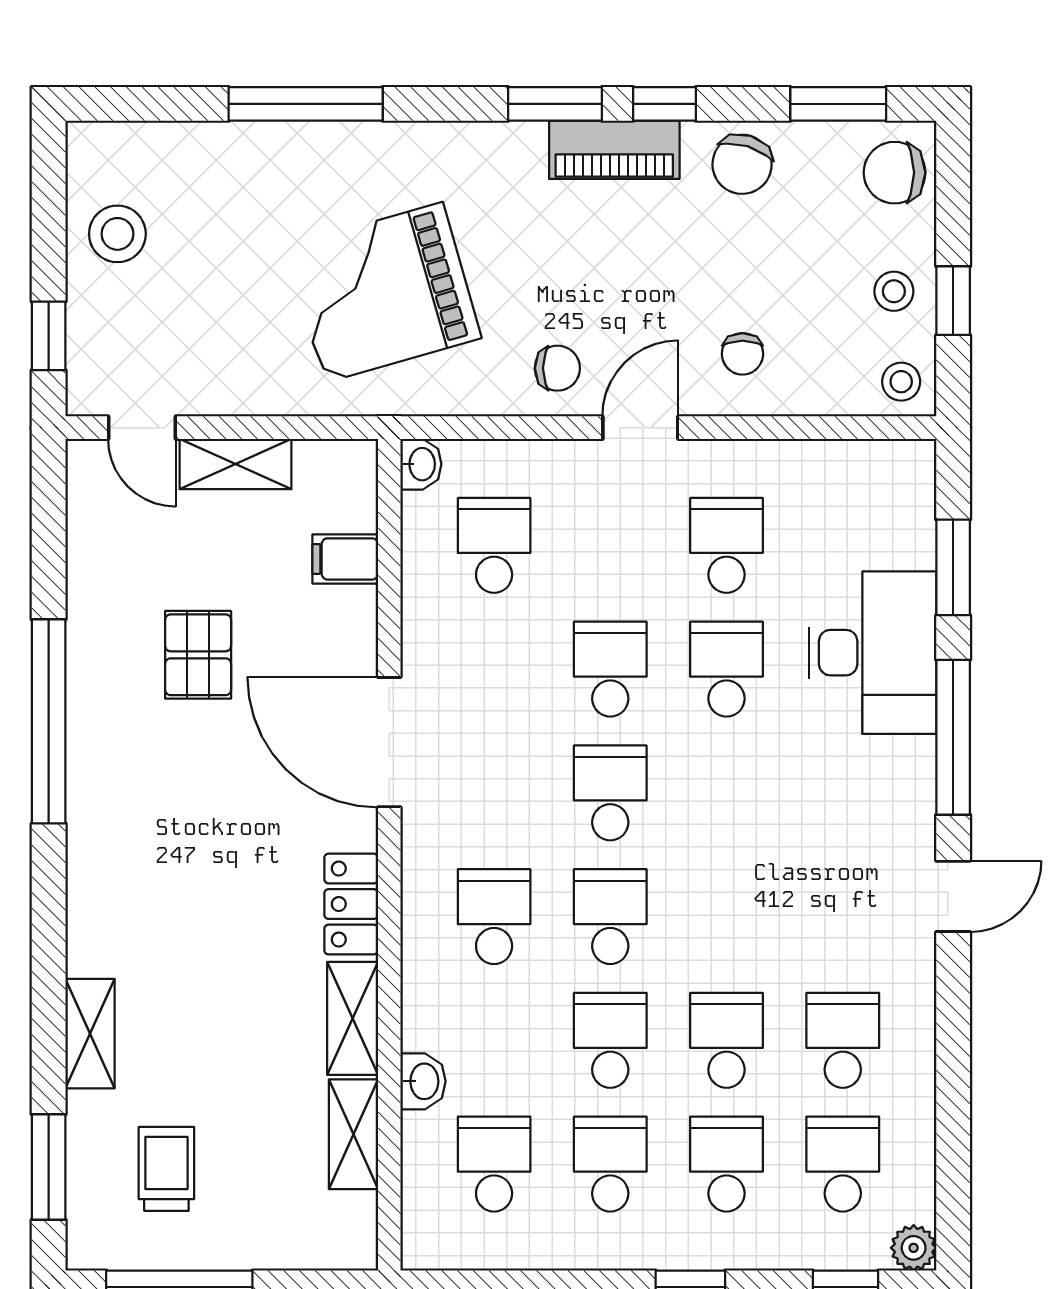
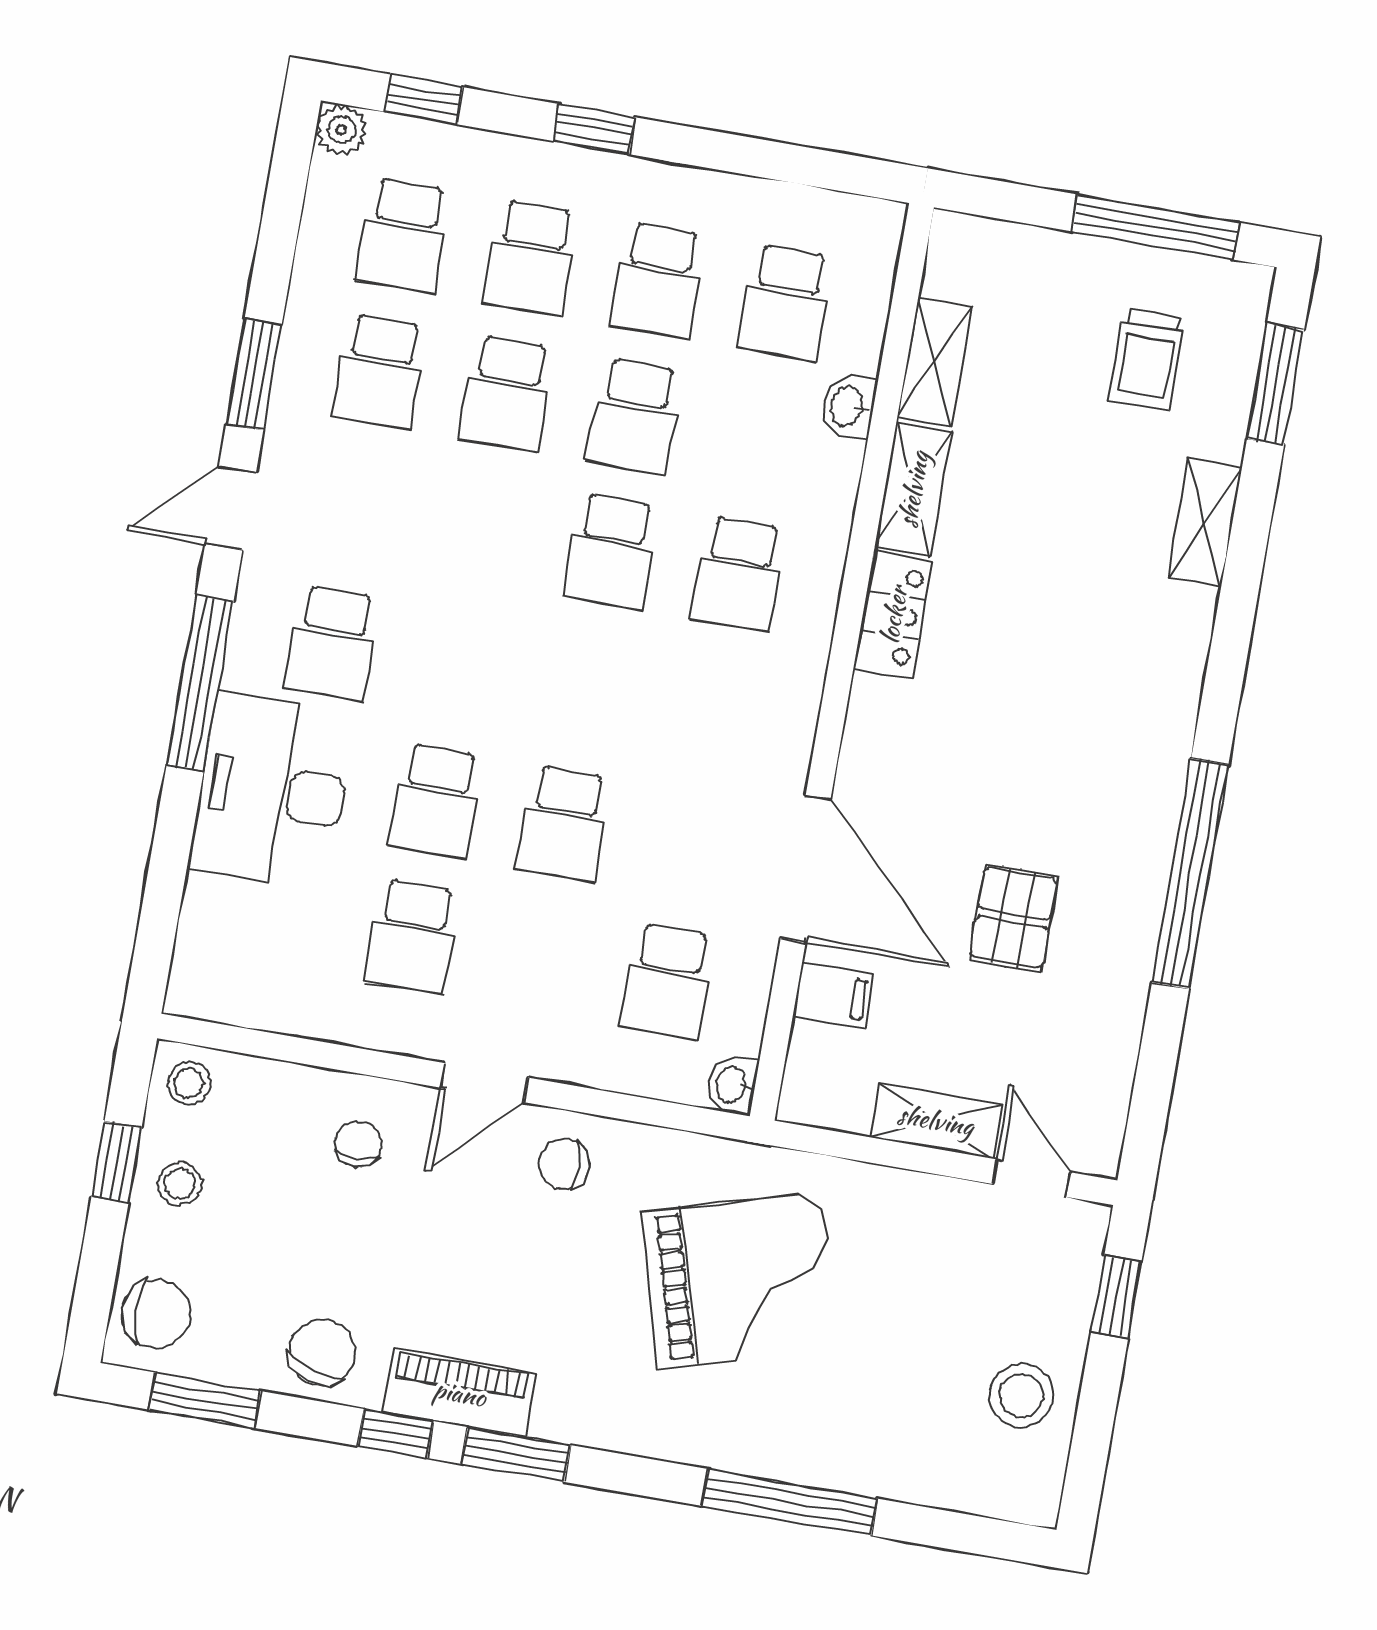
window: (953, 567) -> (254, 375), moved
door: (389, 742) -> (806, 869), moved
school desk: (610, 793) -> (332, 643), moved

